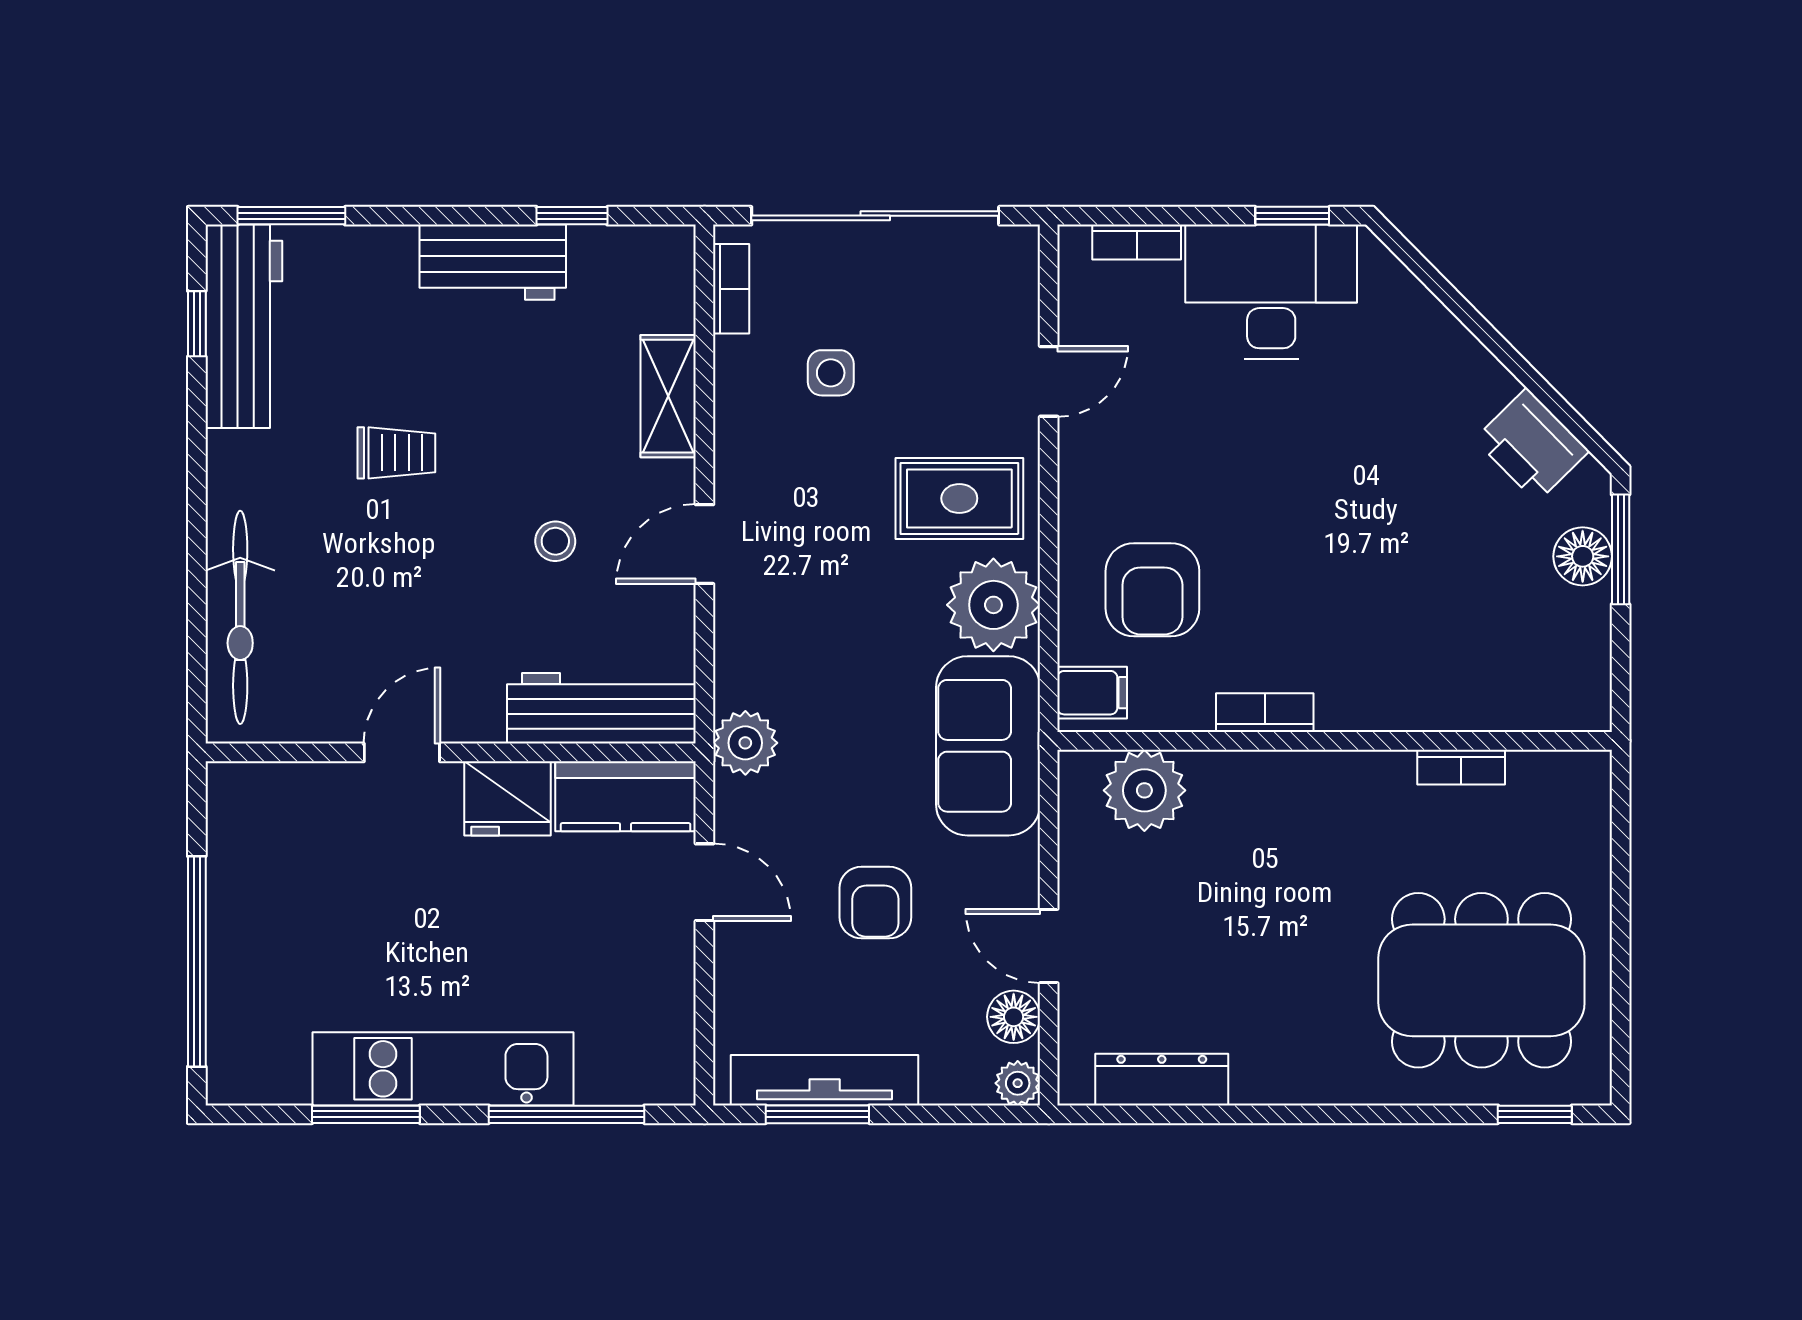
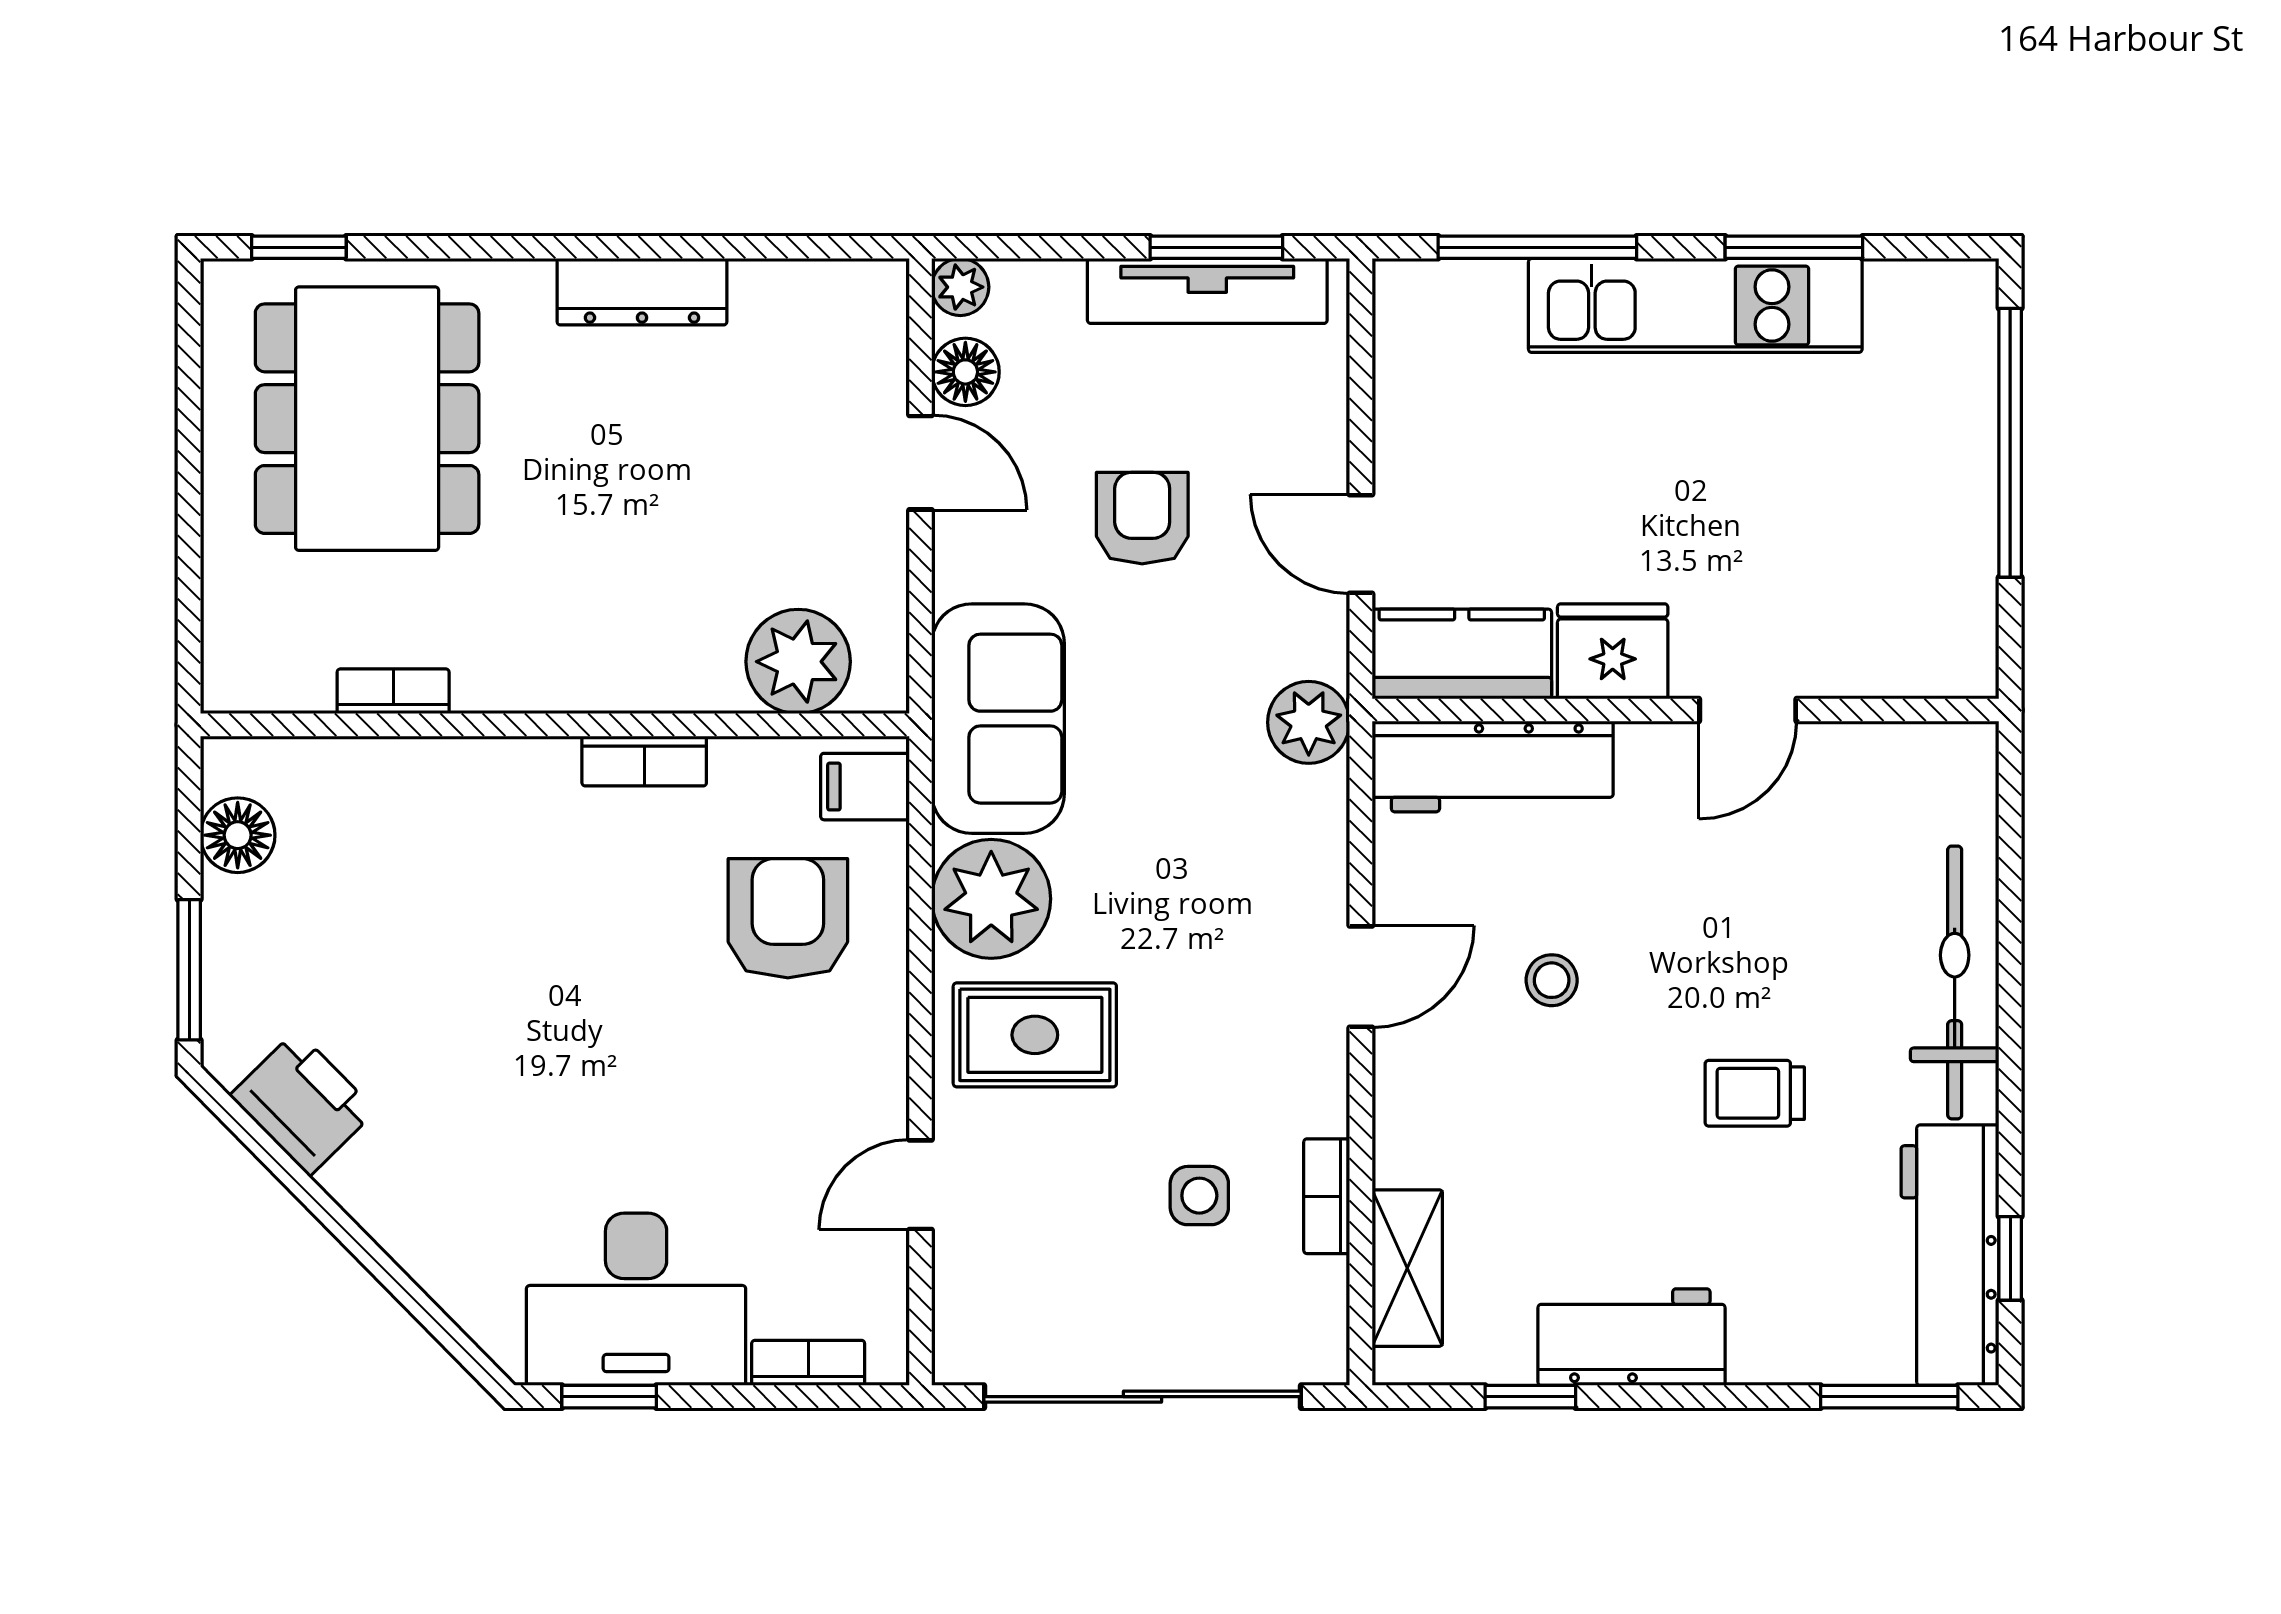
bookcase: (731, 289) -> (1327, 1196), moved
shelving: (668, 396) -> (1407, 1268), moved
floor lamp: (1583, 556) -> (238, 835), moved
bicycle: (240, 617) -> (1955, 982), moved
dining table: (1481, 980) -> (367, 419), turned 90
dresser: (1162, 1080) -> (642, 292), moved

